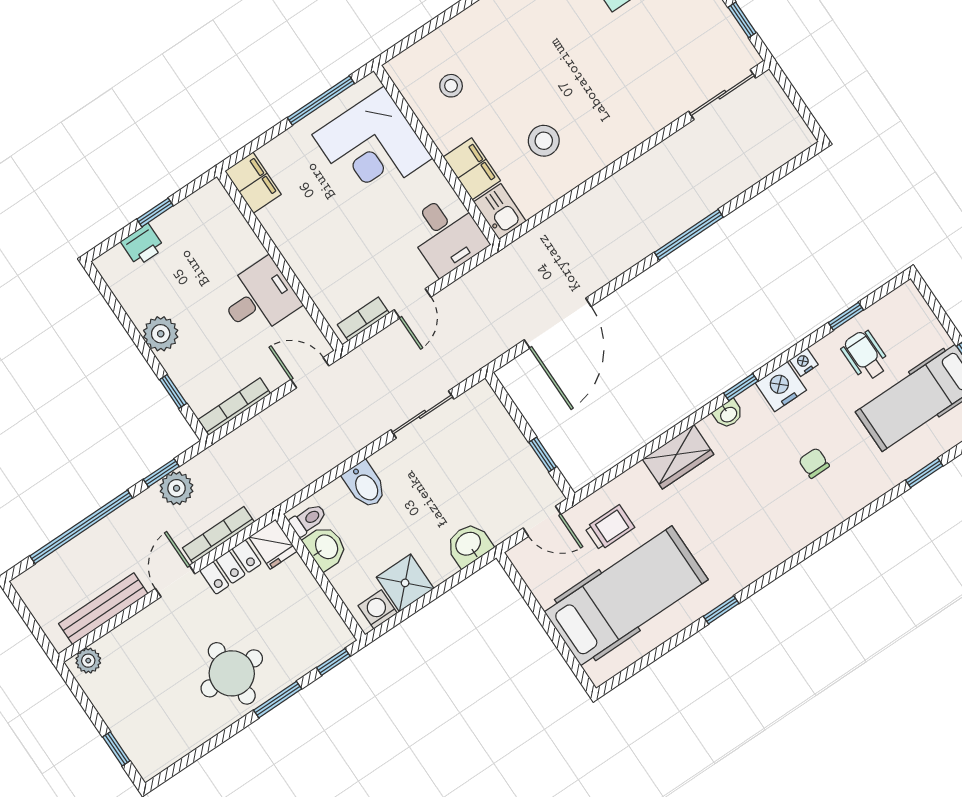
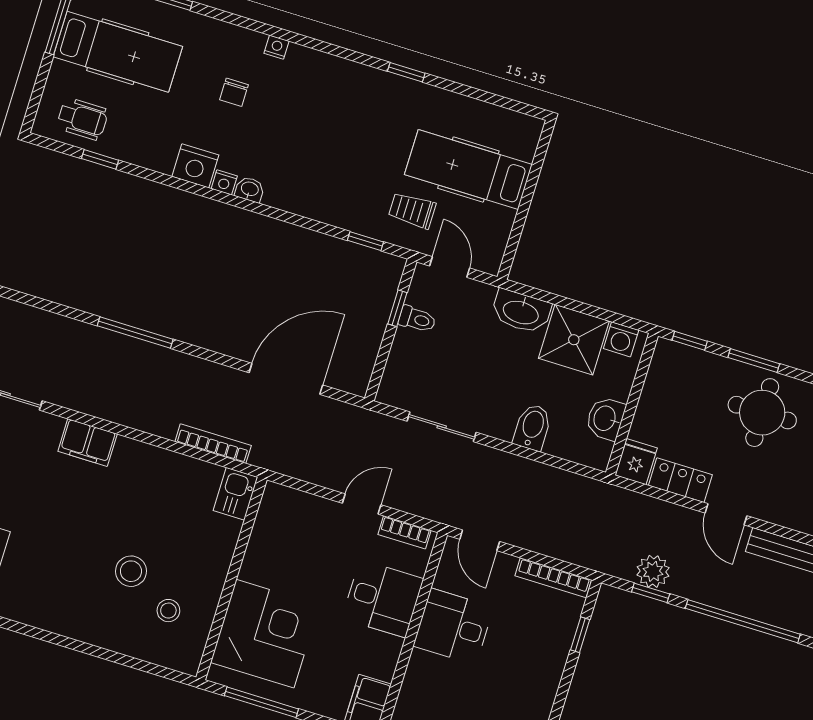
stool: (544, 141) -> (131, 571), moved
filing cabinet: (472, 169) -> (88, 442), moved, turned -90
desk: (447, 234) -> (383, 599), moved, turned 90
plant: (161, 334) -> (543, 681), removed
wheelchair: (865, 356) -> (82, 119), moved, turned -90
nightstand: (804, 362) -> (224, 182), moved
window: (741, 387) -> (365, 241), moved
wardrobe: (678, 457) -> (314, 202), removed
toilet: (308, 520) -> (417, 319), moved, turned 180
nightstand: (822, 525) -> (277, 47), added
bookcase: (218, 535) -> (213, 444), moved, turned 180
washbasin: (469, 545) -> (521, 312), width x1.38
door: (175, 581) -> (726, 514), hinge flipped
shower: (405, 583) -> (574, 340), width x1.36, depth x1.36
hospital bed: (626, 596) -> (468, 170), width x0.73, depth x0.78

